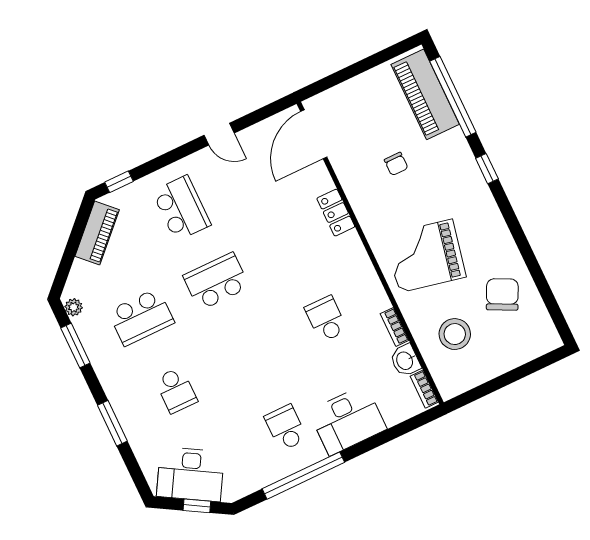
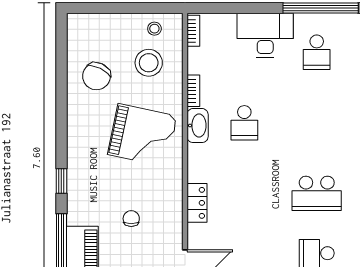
washbasin: (405, 360) -> (198, 126), moved, width x1.38
stool: (466, 372) -> (154, 29), added

